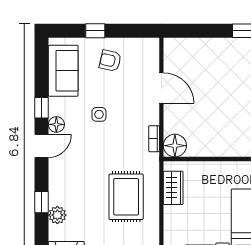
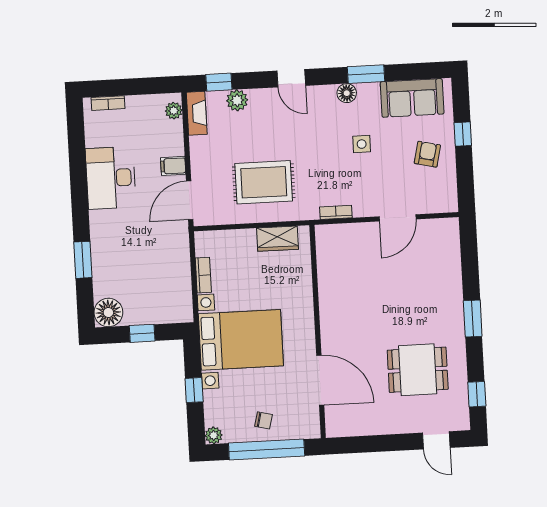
window: (42, 108) -> (366, 74), width x1.50
door: (42, 146) -> (291, 78), moved
floor lamp: (175, 146) -> (329, 238), removed
window: (42, 202) -> (219, 82), moved

